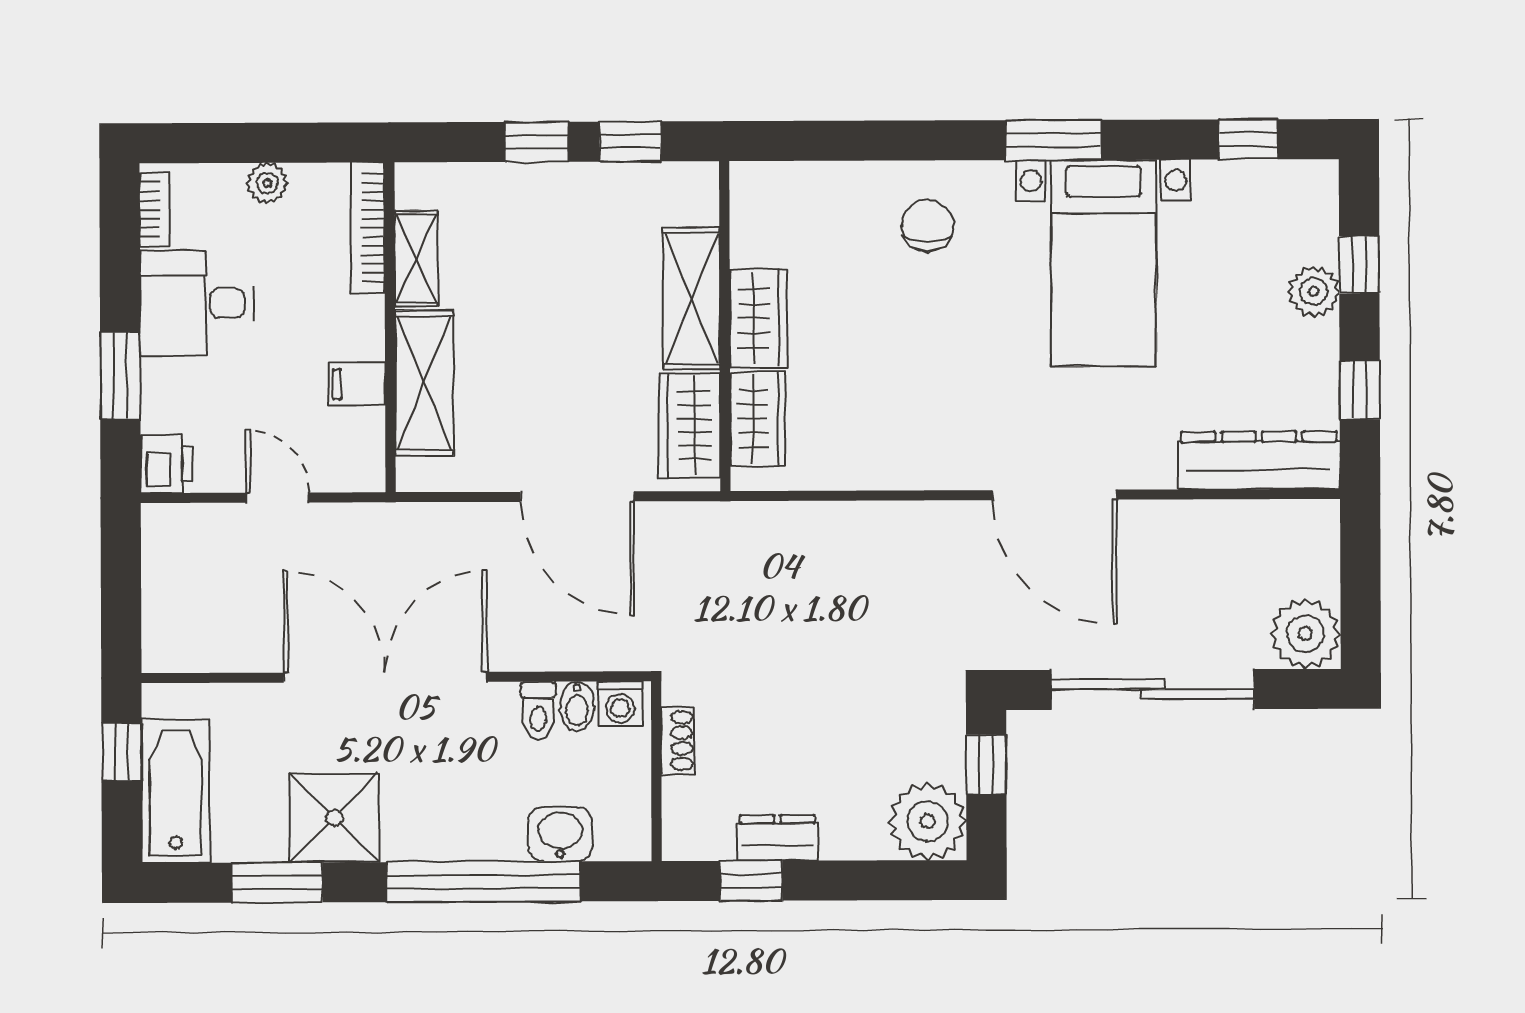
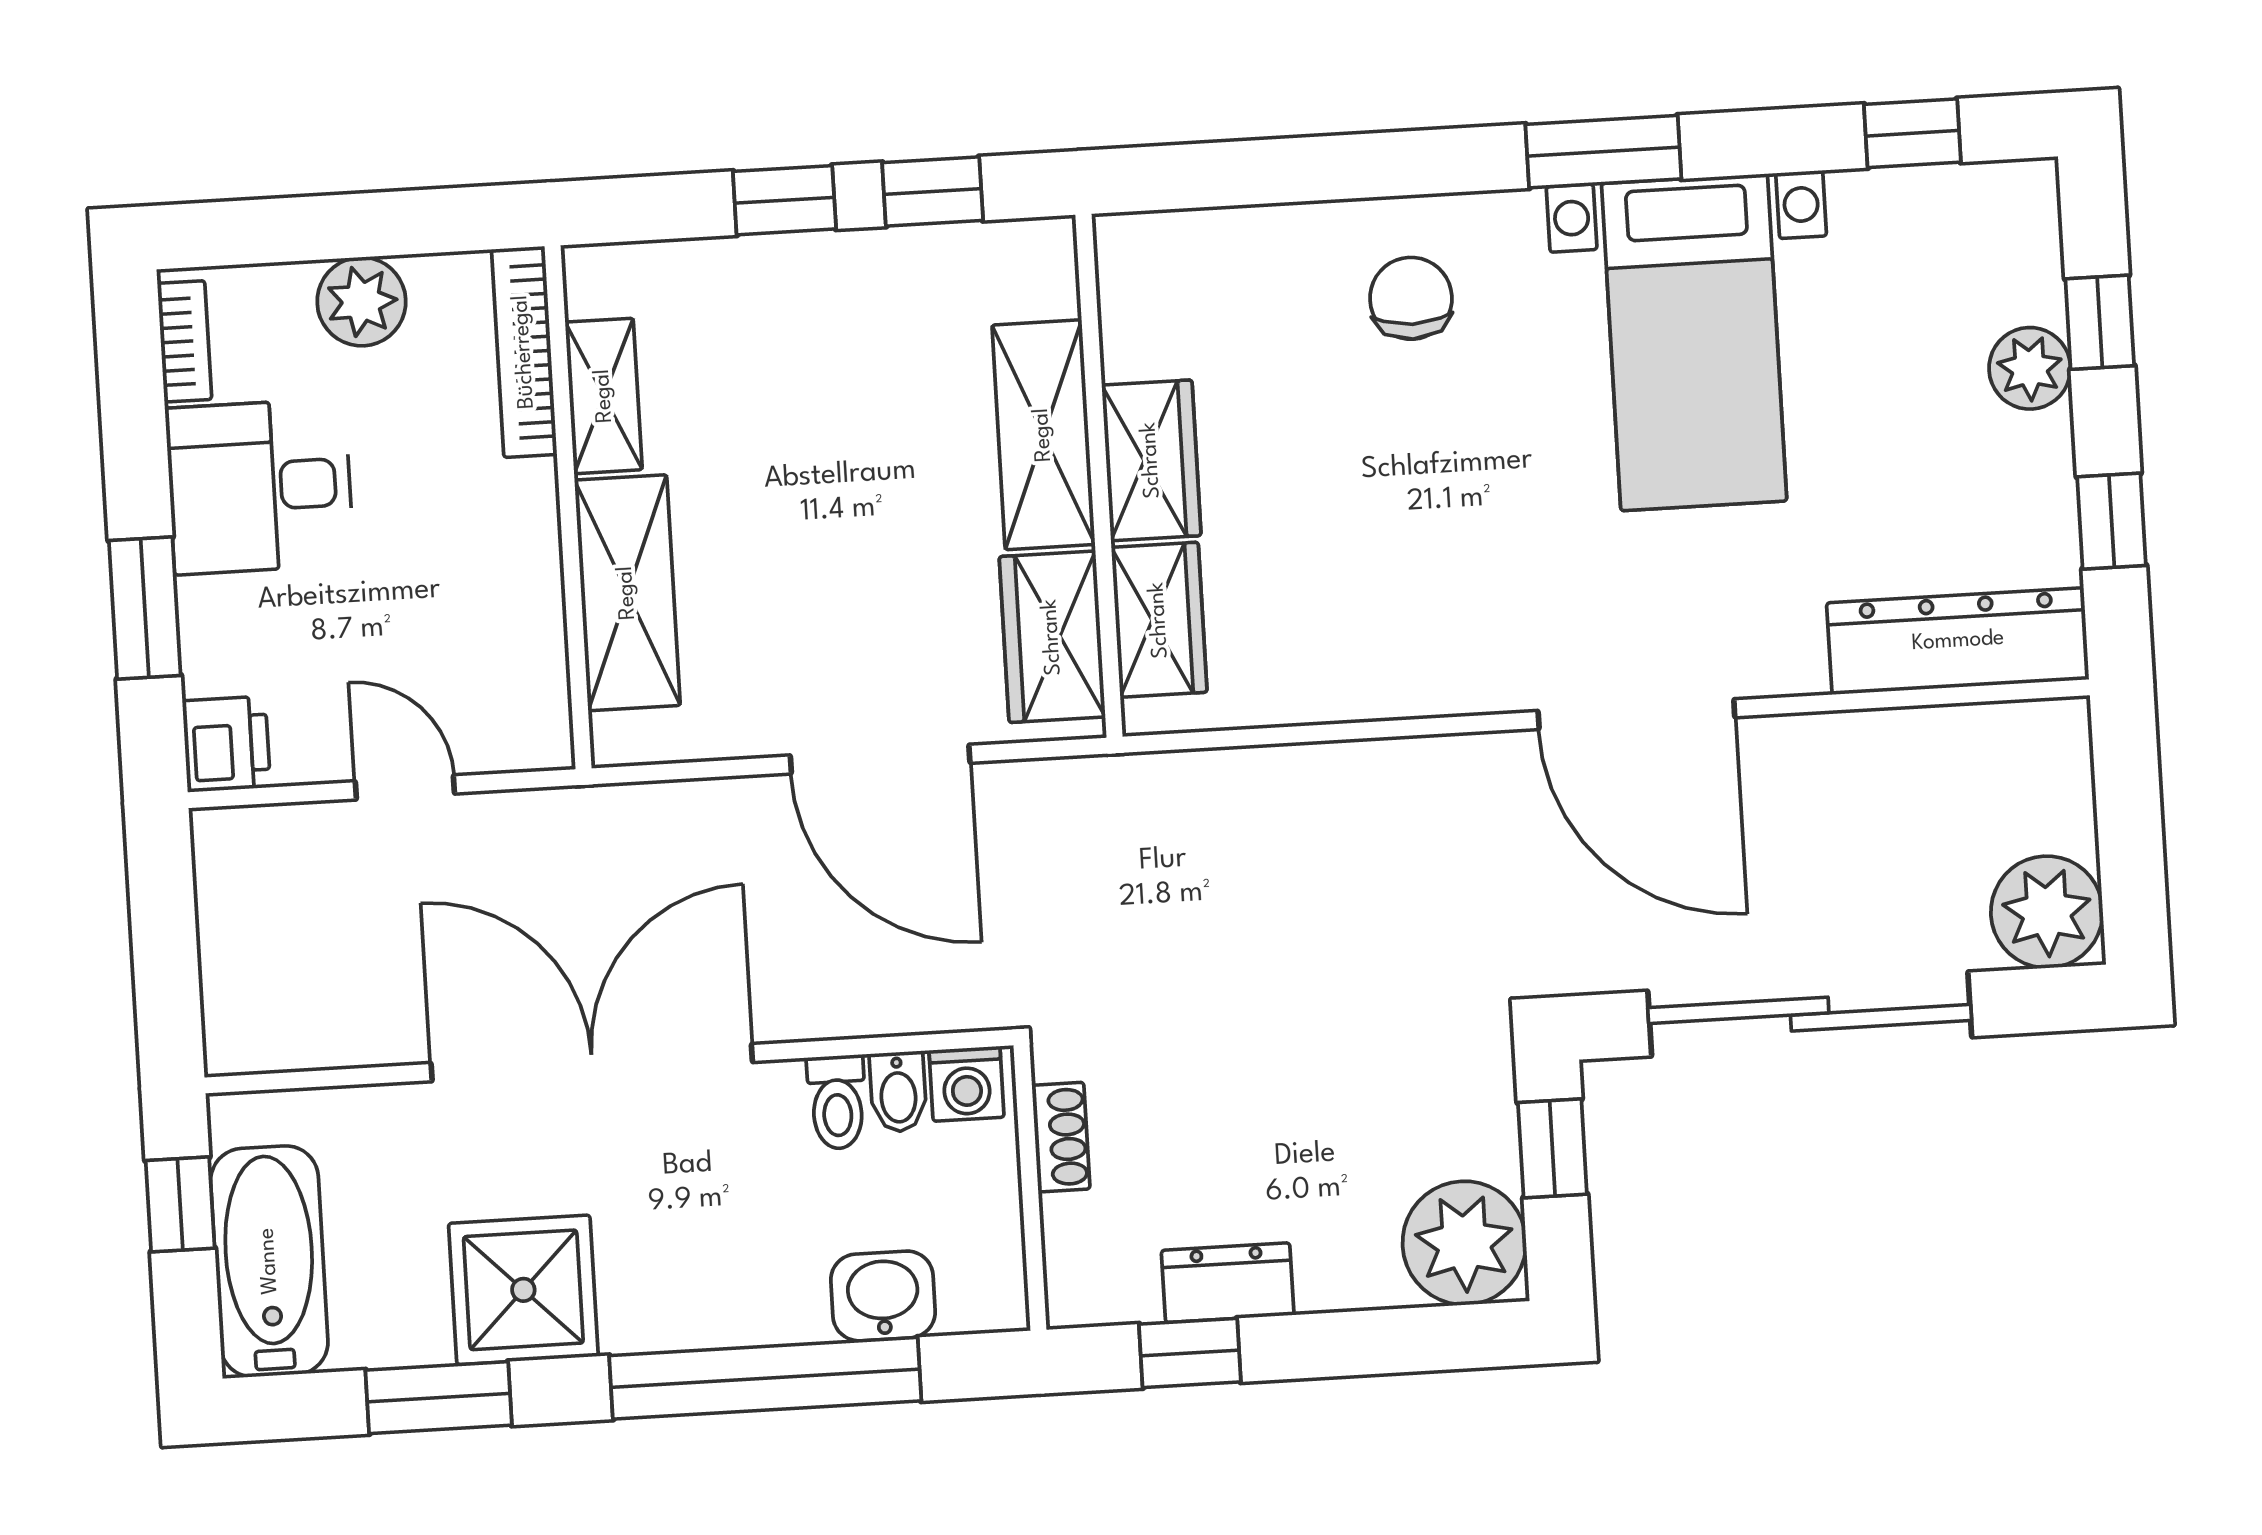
plant: (267, 183) -> (361, 302), width x1.38, depth x1.38
filing cabinet: (357, 384) -> (520, 600), removed

